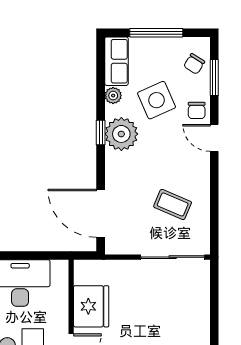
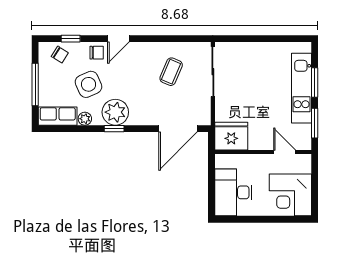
window: (214, 77) -> (71, 39), width x0.67
fridge: (91, 306) -> (231, 136), moved

